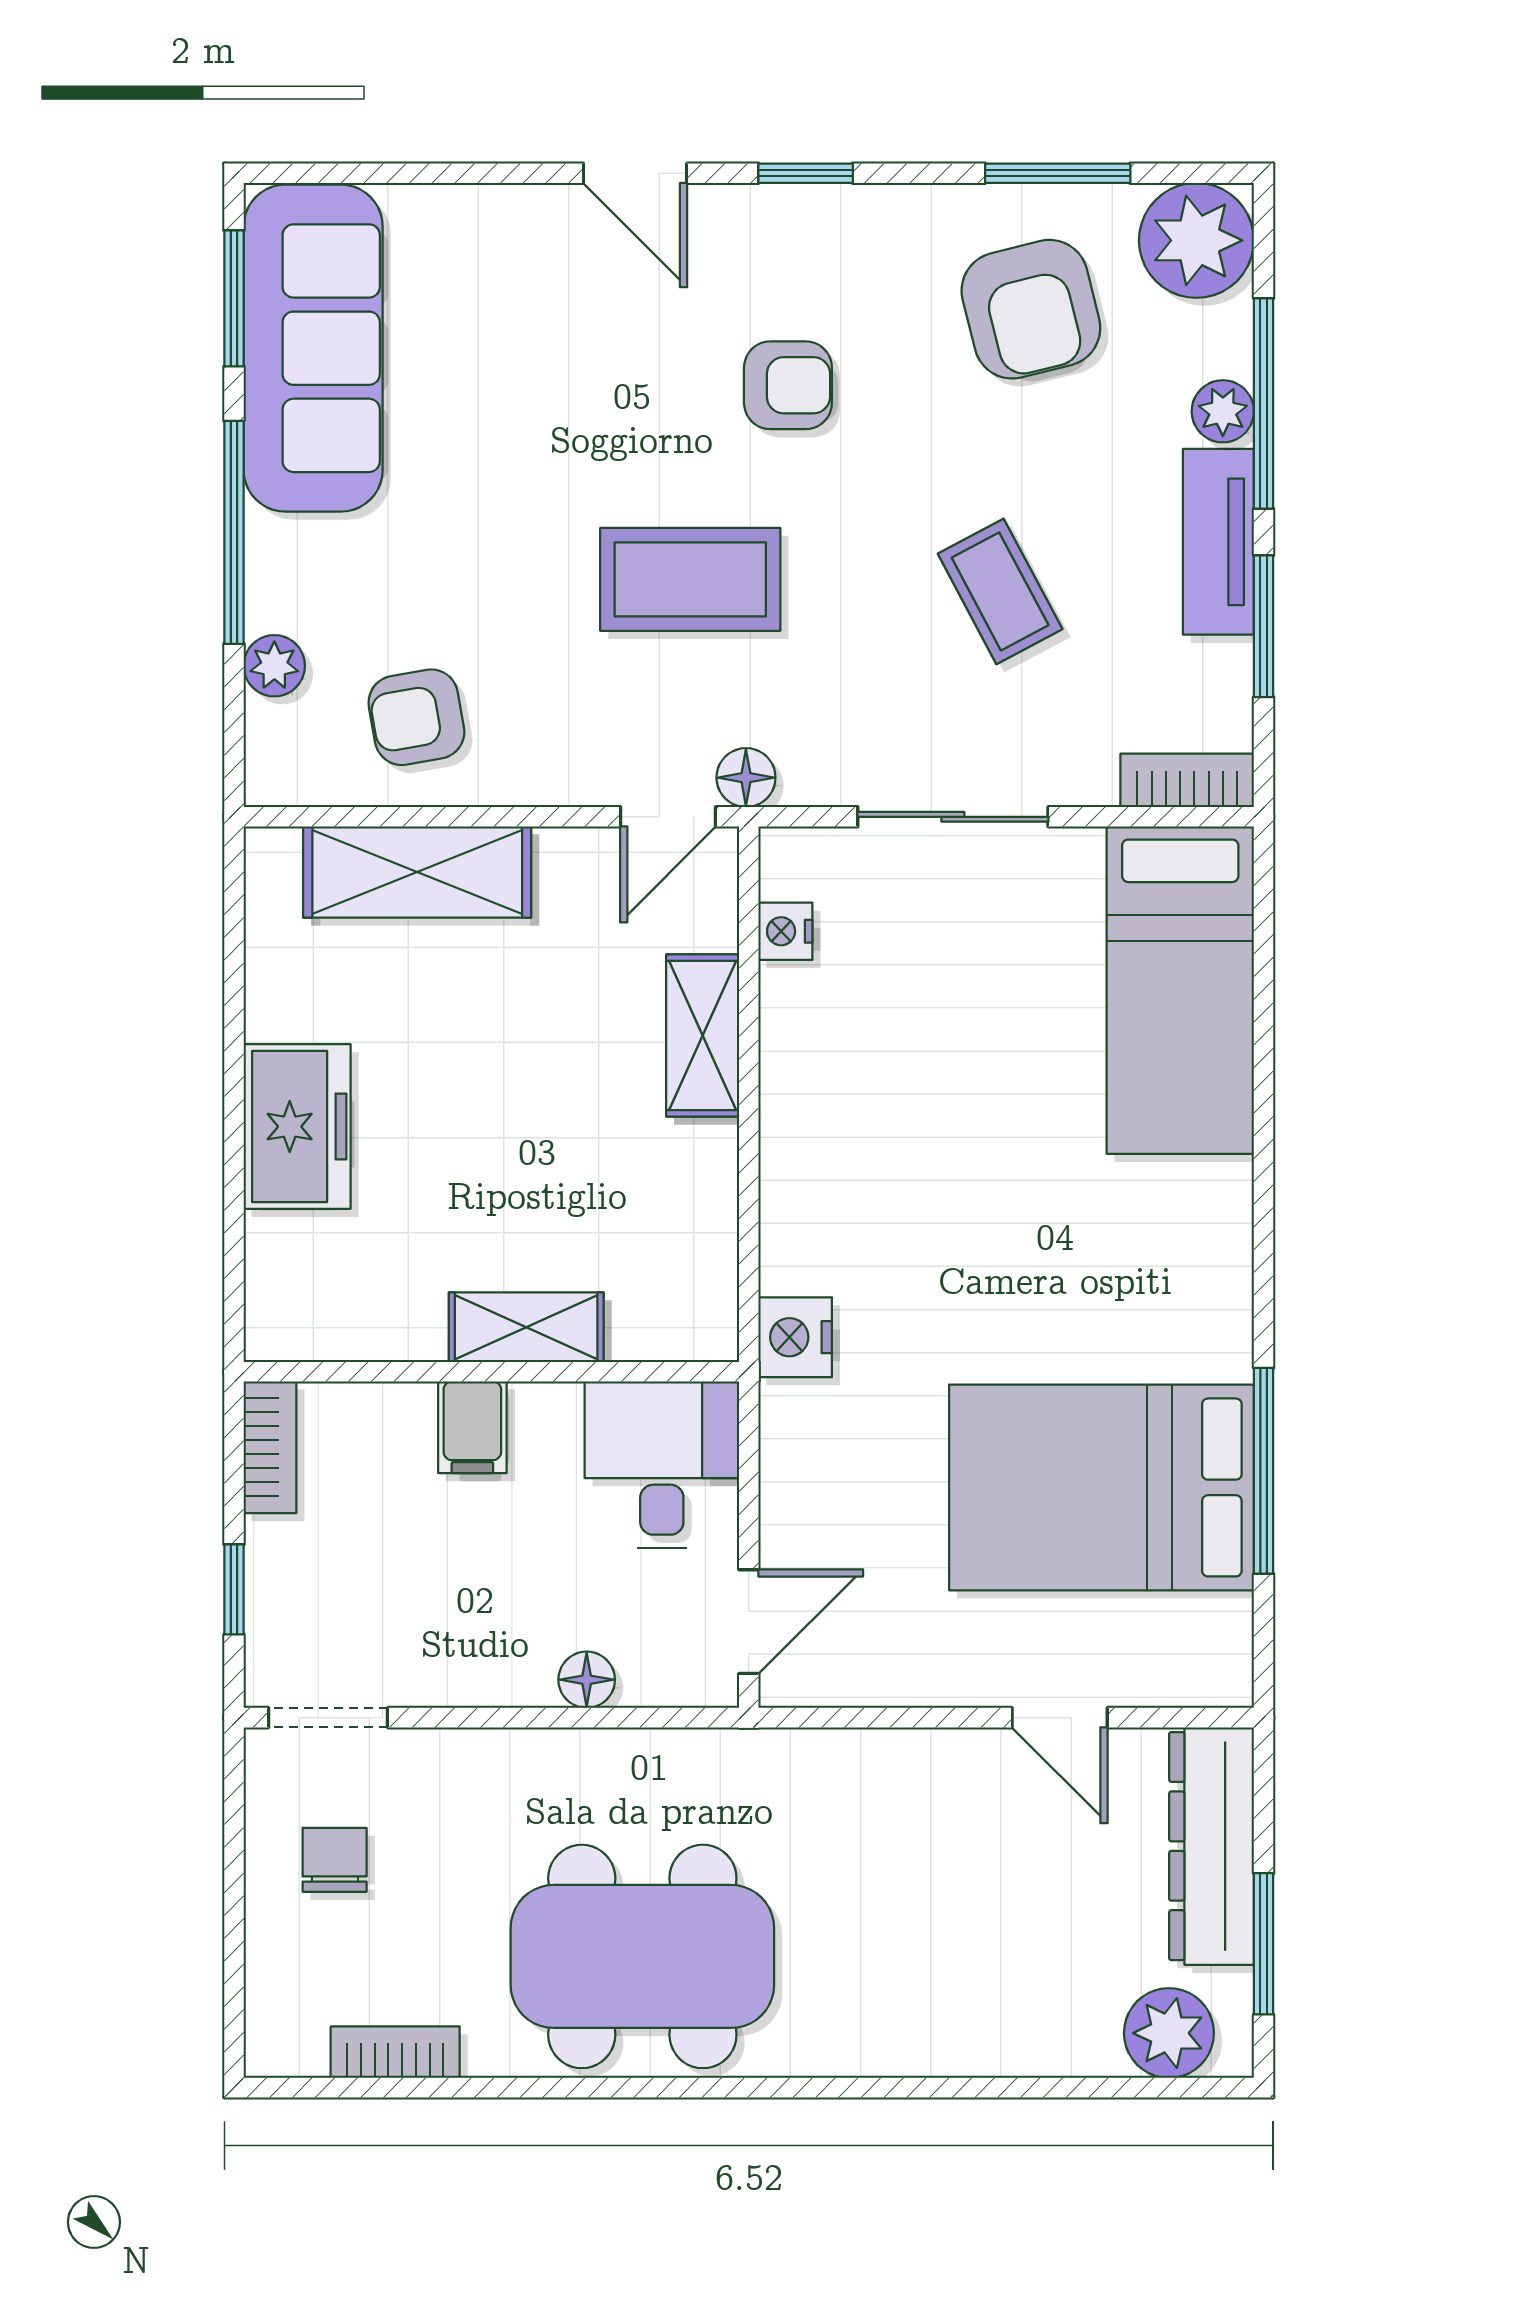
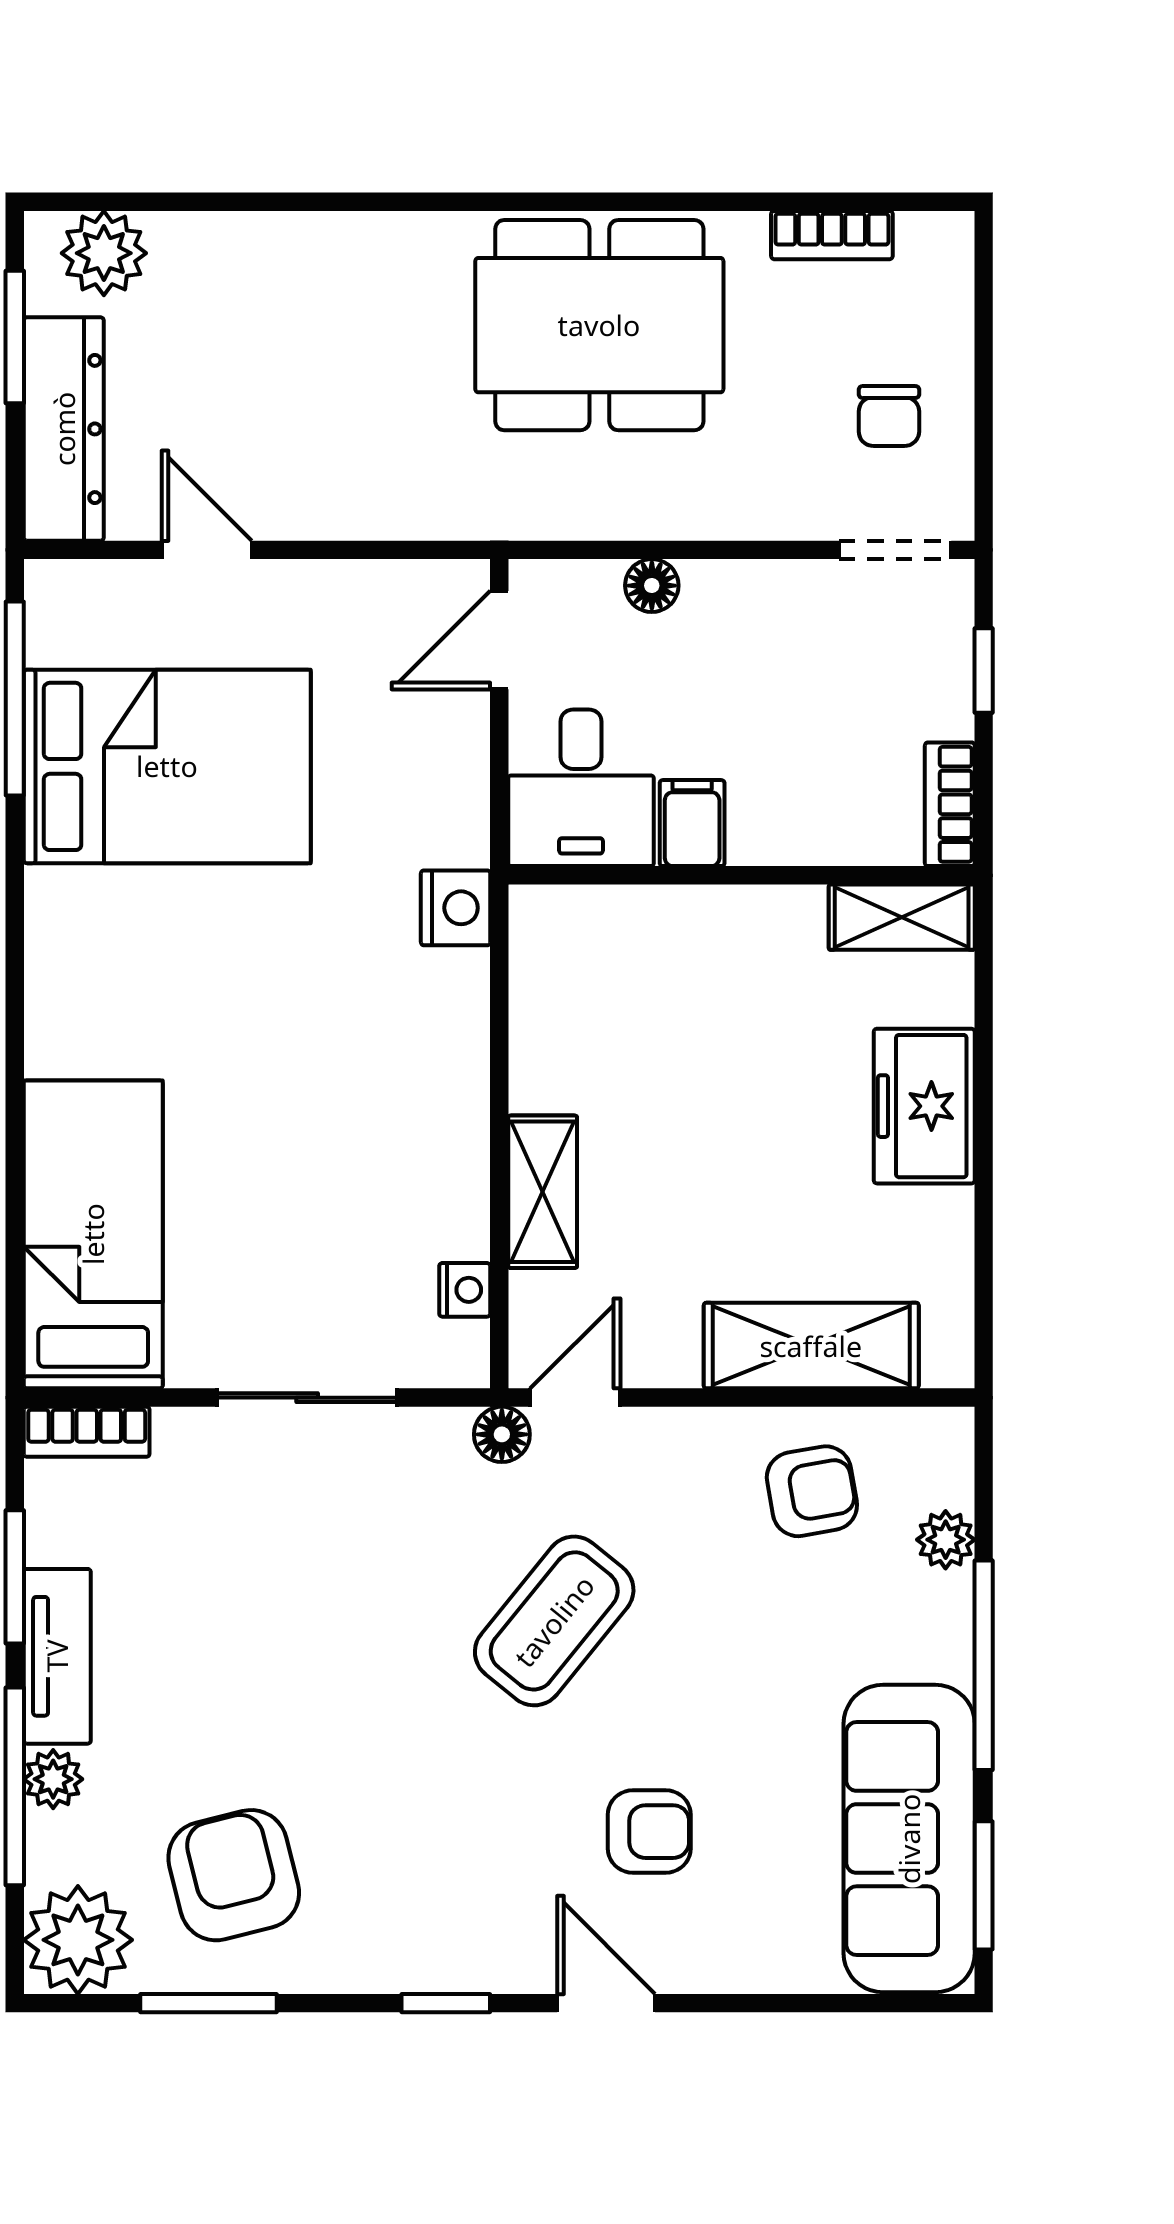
armchair: (788, 385) -> (649, 1832), moved, turned 180
coffee table: (690, 579) -> (554, 1621), turned -51
coffee table: (1000, 591) -> (263, 1610), removed
shelving: (526, 1327) -> (902, 917), moved
filing cabinet: (472, 1427) -> (692, 823), moved
window: (1264, 1471) -> (15, 698), moved

